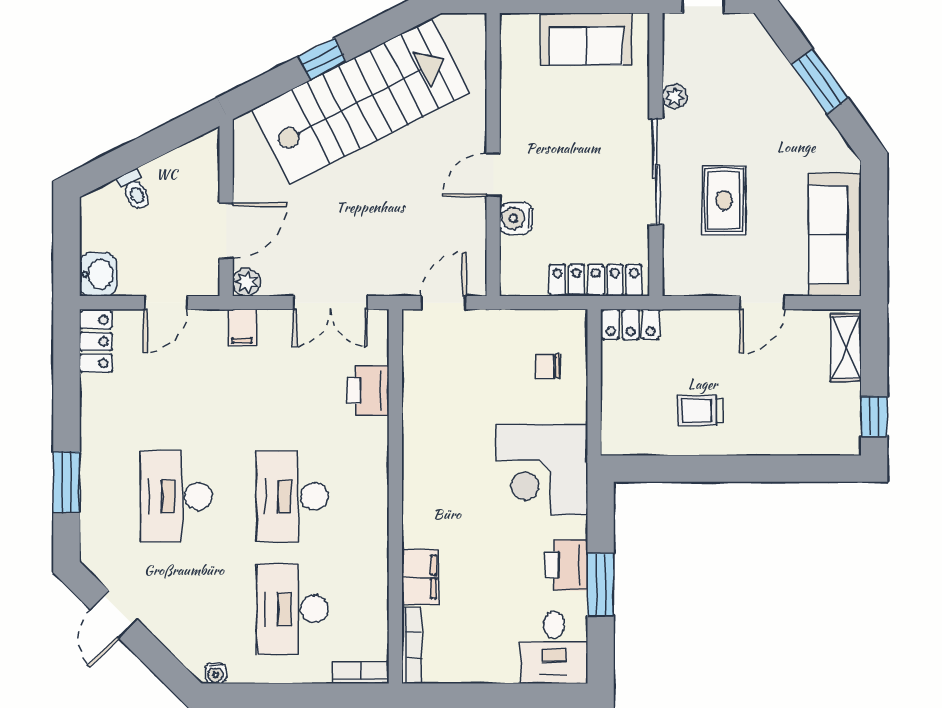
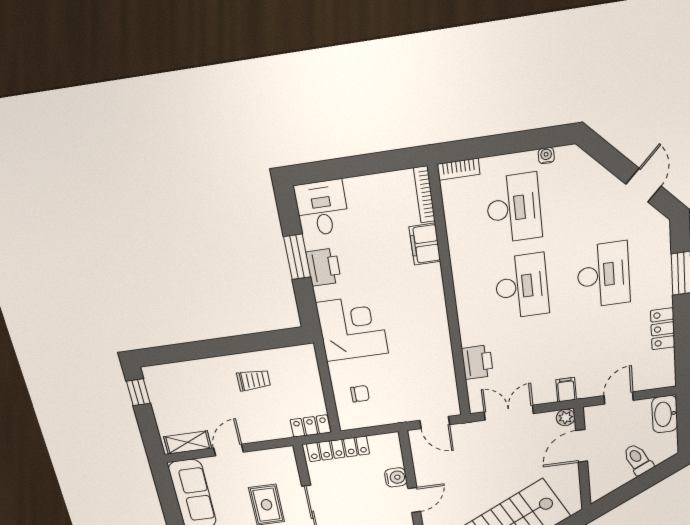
toilet: (135, 190) -> (638, 459), width x1.37, depth x1.39
washbasin: (98, 274) -> (665, 414), width x1.38
door: (443, 303) -> (435, 423), hinge flipped
locker: (96, 341) -> (663, 329), moved
shelving: (846, 347) -> (188, 443), moved, turned 90
water cooler: (216, 673) -> (546, 156), moved

